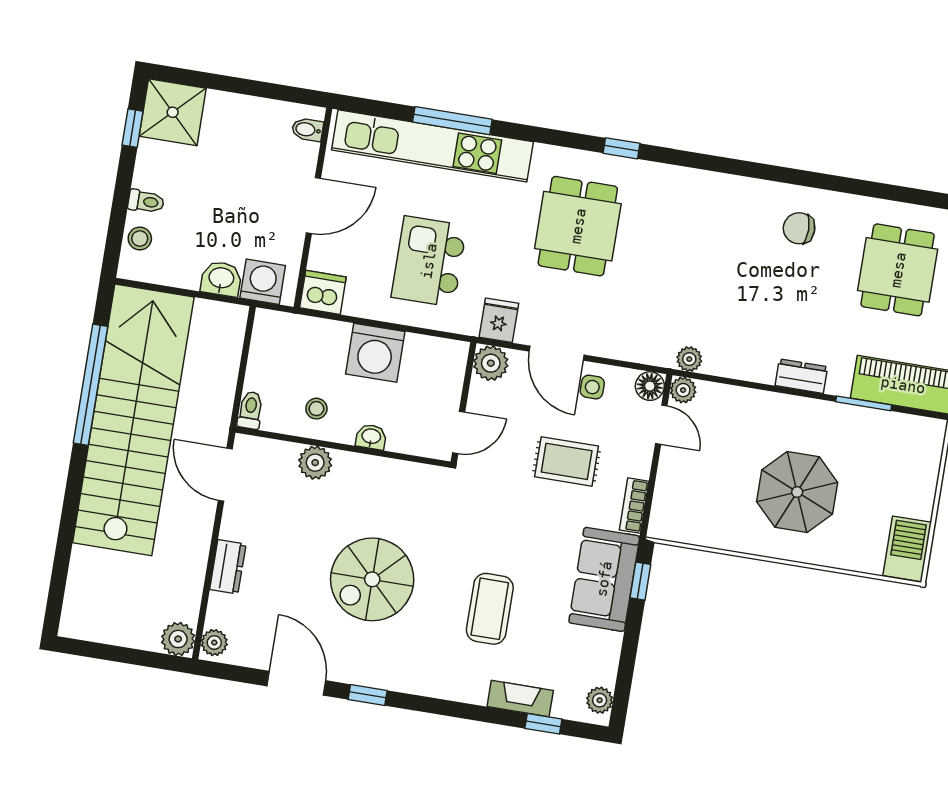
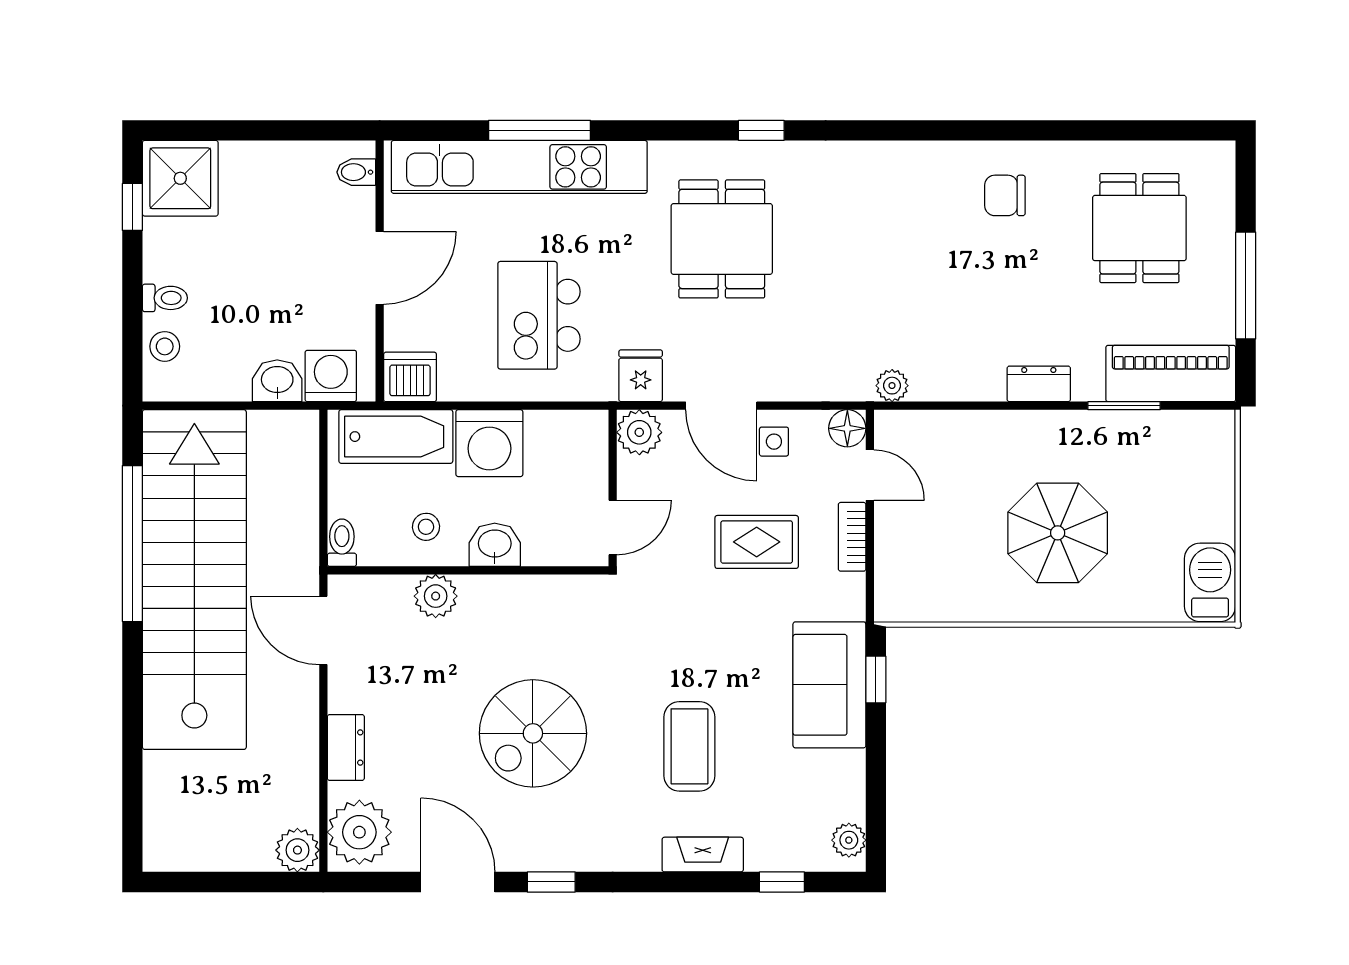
bathtub: (305, 336) -> (396, 437), added
plant: (683, 390) -> (891, 426), removed
washbasin: (371, 437) -> (495, 545), width x1.38, depth x1.45
bookcase: (634, 506) -> (852, 537), moved
plant: (214, 643) -> (359, 832), width x1.88, depth x1.88
fireplace: (520, 698) -> (703, 855), moved

